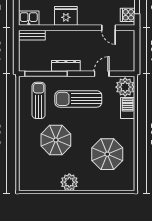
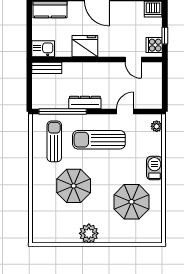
plant: (125, 87) -> (157, 126), width x0.53, depth x0.53
barbecue: (128, 108) -> (154, 168), moved

